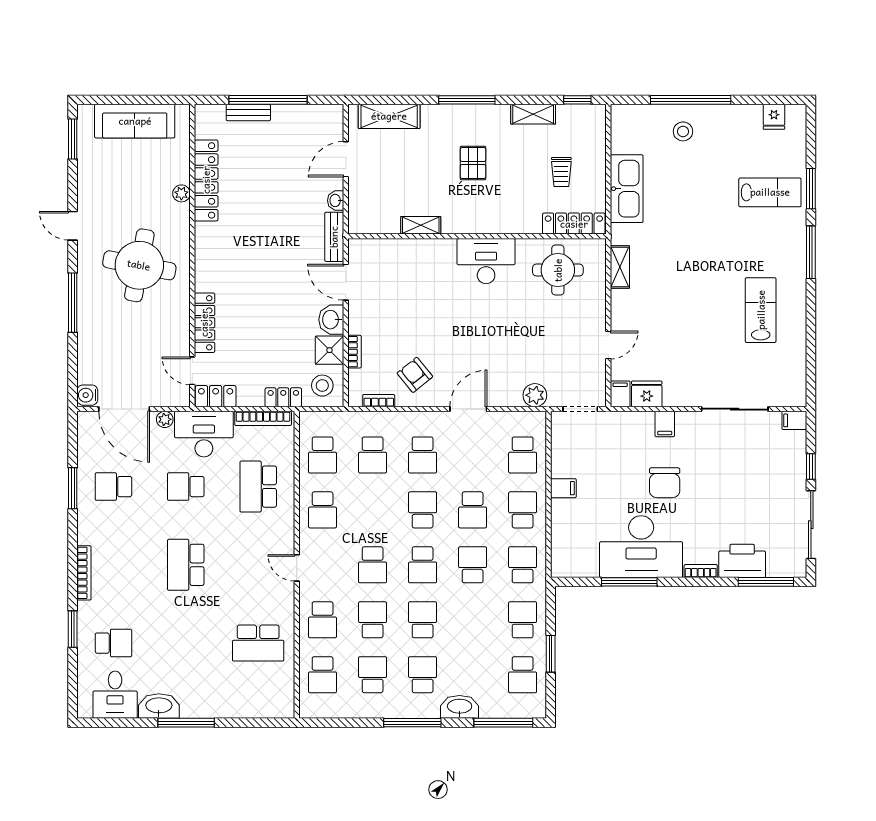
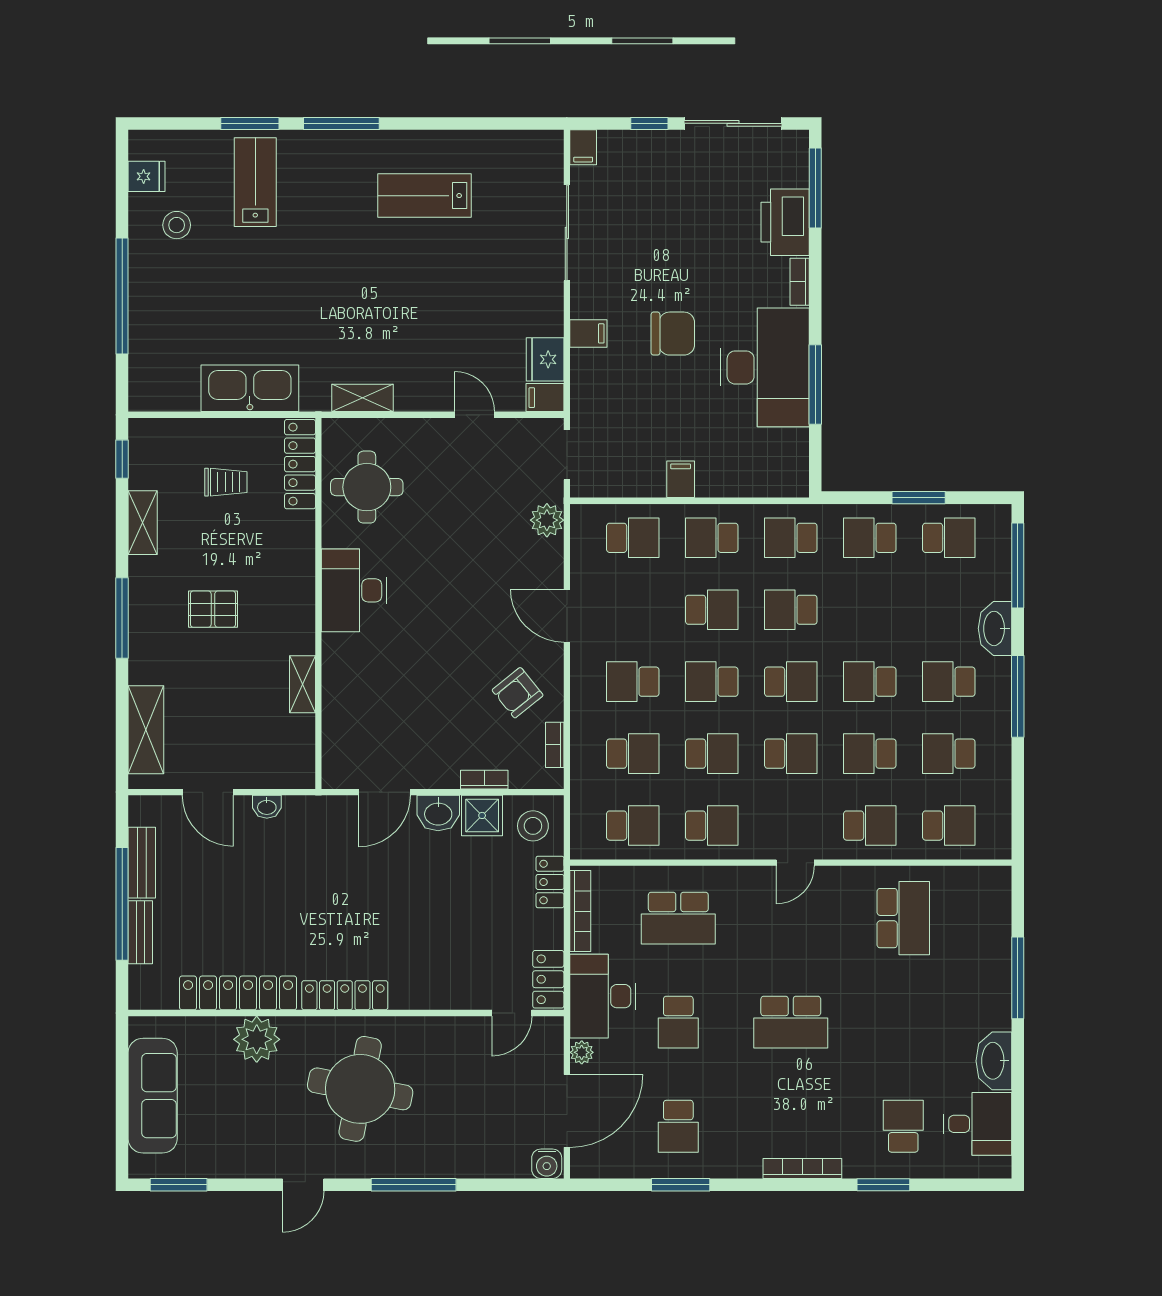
stool: (683, 131) -> (177, 225), moved
plant: (181, 193) -> (257, 1039), width x1.88, depth x1.88
bench: (334, 237) -> (142, 863), moved, turned 90
locker: (204, 323) -> (345, 995), moved
school desk: (423, 455) -> (633, 682), turned 180
school desk: (373, 510) -> (712, 754), added
window: (186, 723) -> (1018, 978), moved

